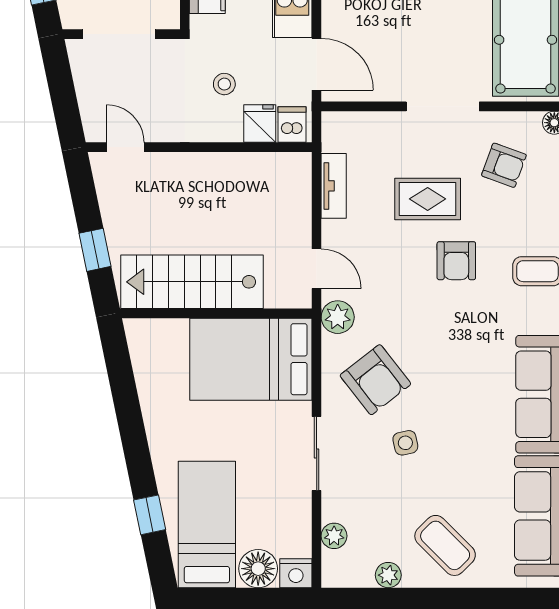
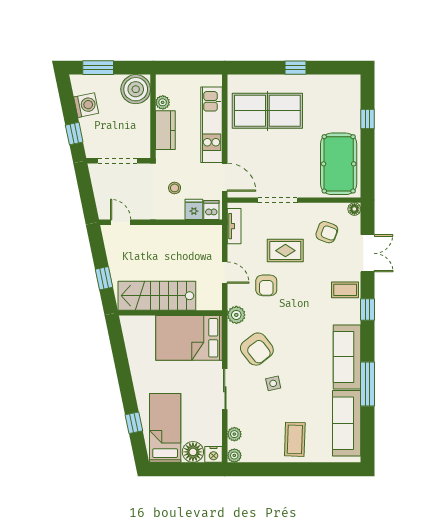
doorway: (443, 106) -> (278, 200), moved
tv unit: (334, 186) -> (234, 226), moved
armchair: (456, 261) -> (266, 285), moved
door: (317, 269) -> (225, 273), moved
coffee table: (445, 545) -> (295, 439), turned 47
plant: (388, 575) -> (234, 455), moved

